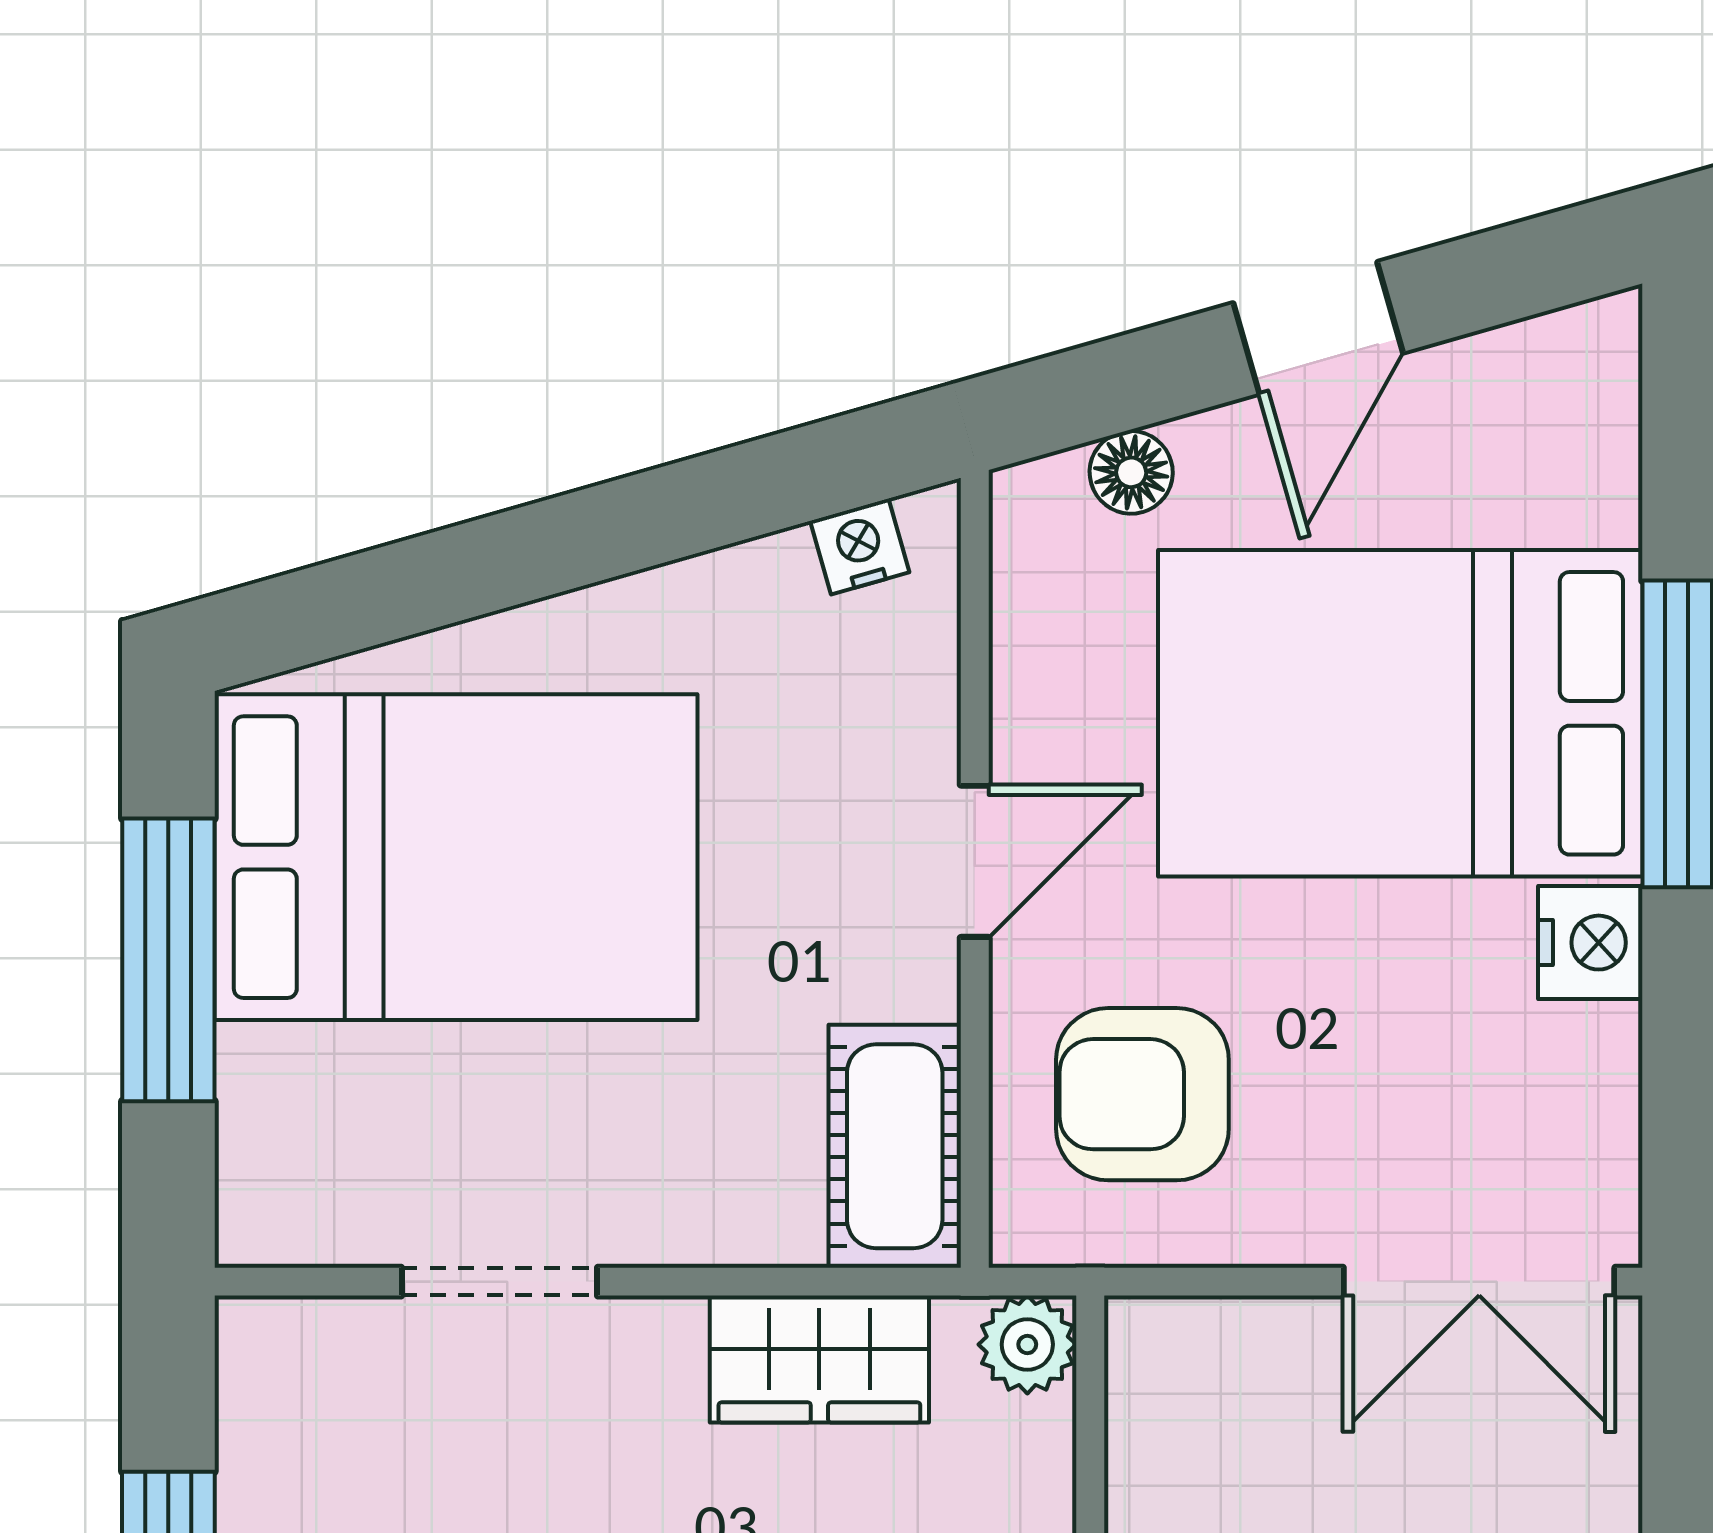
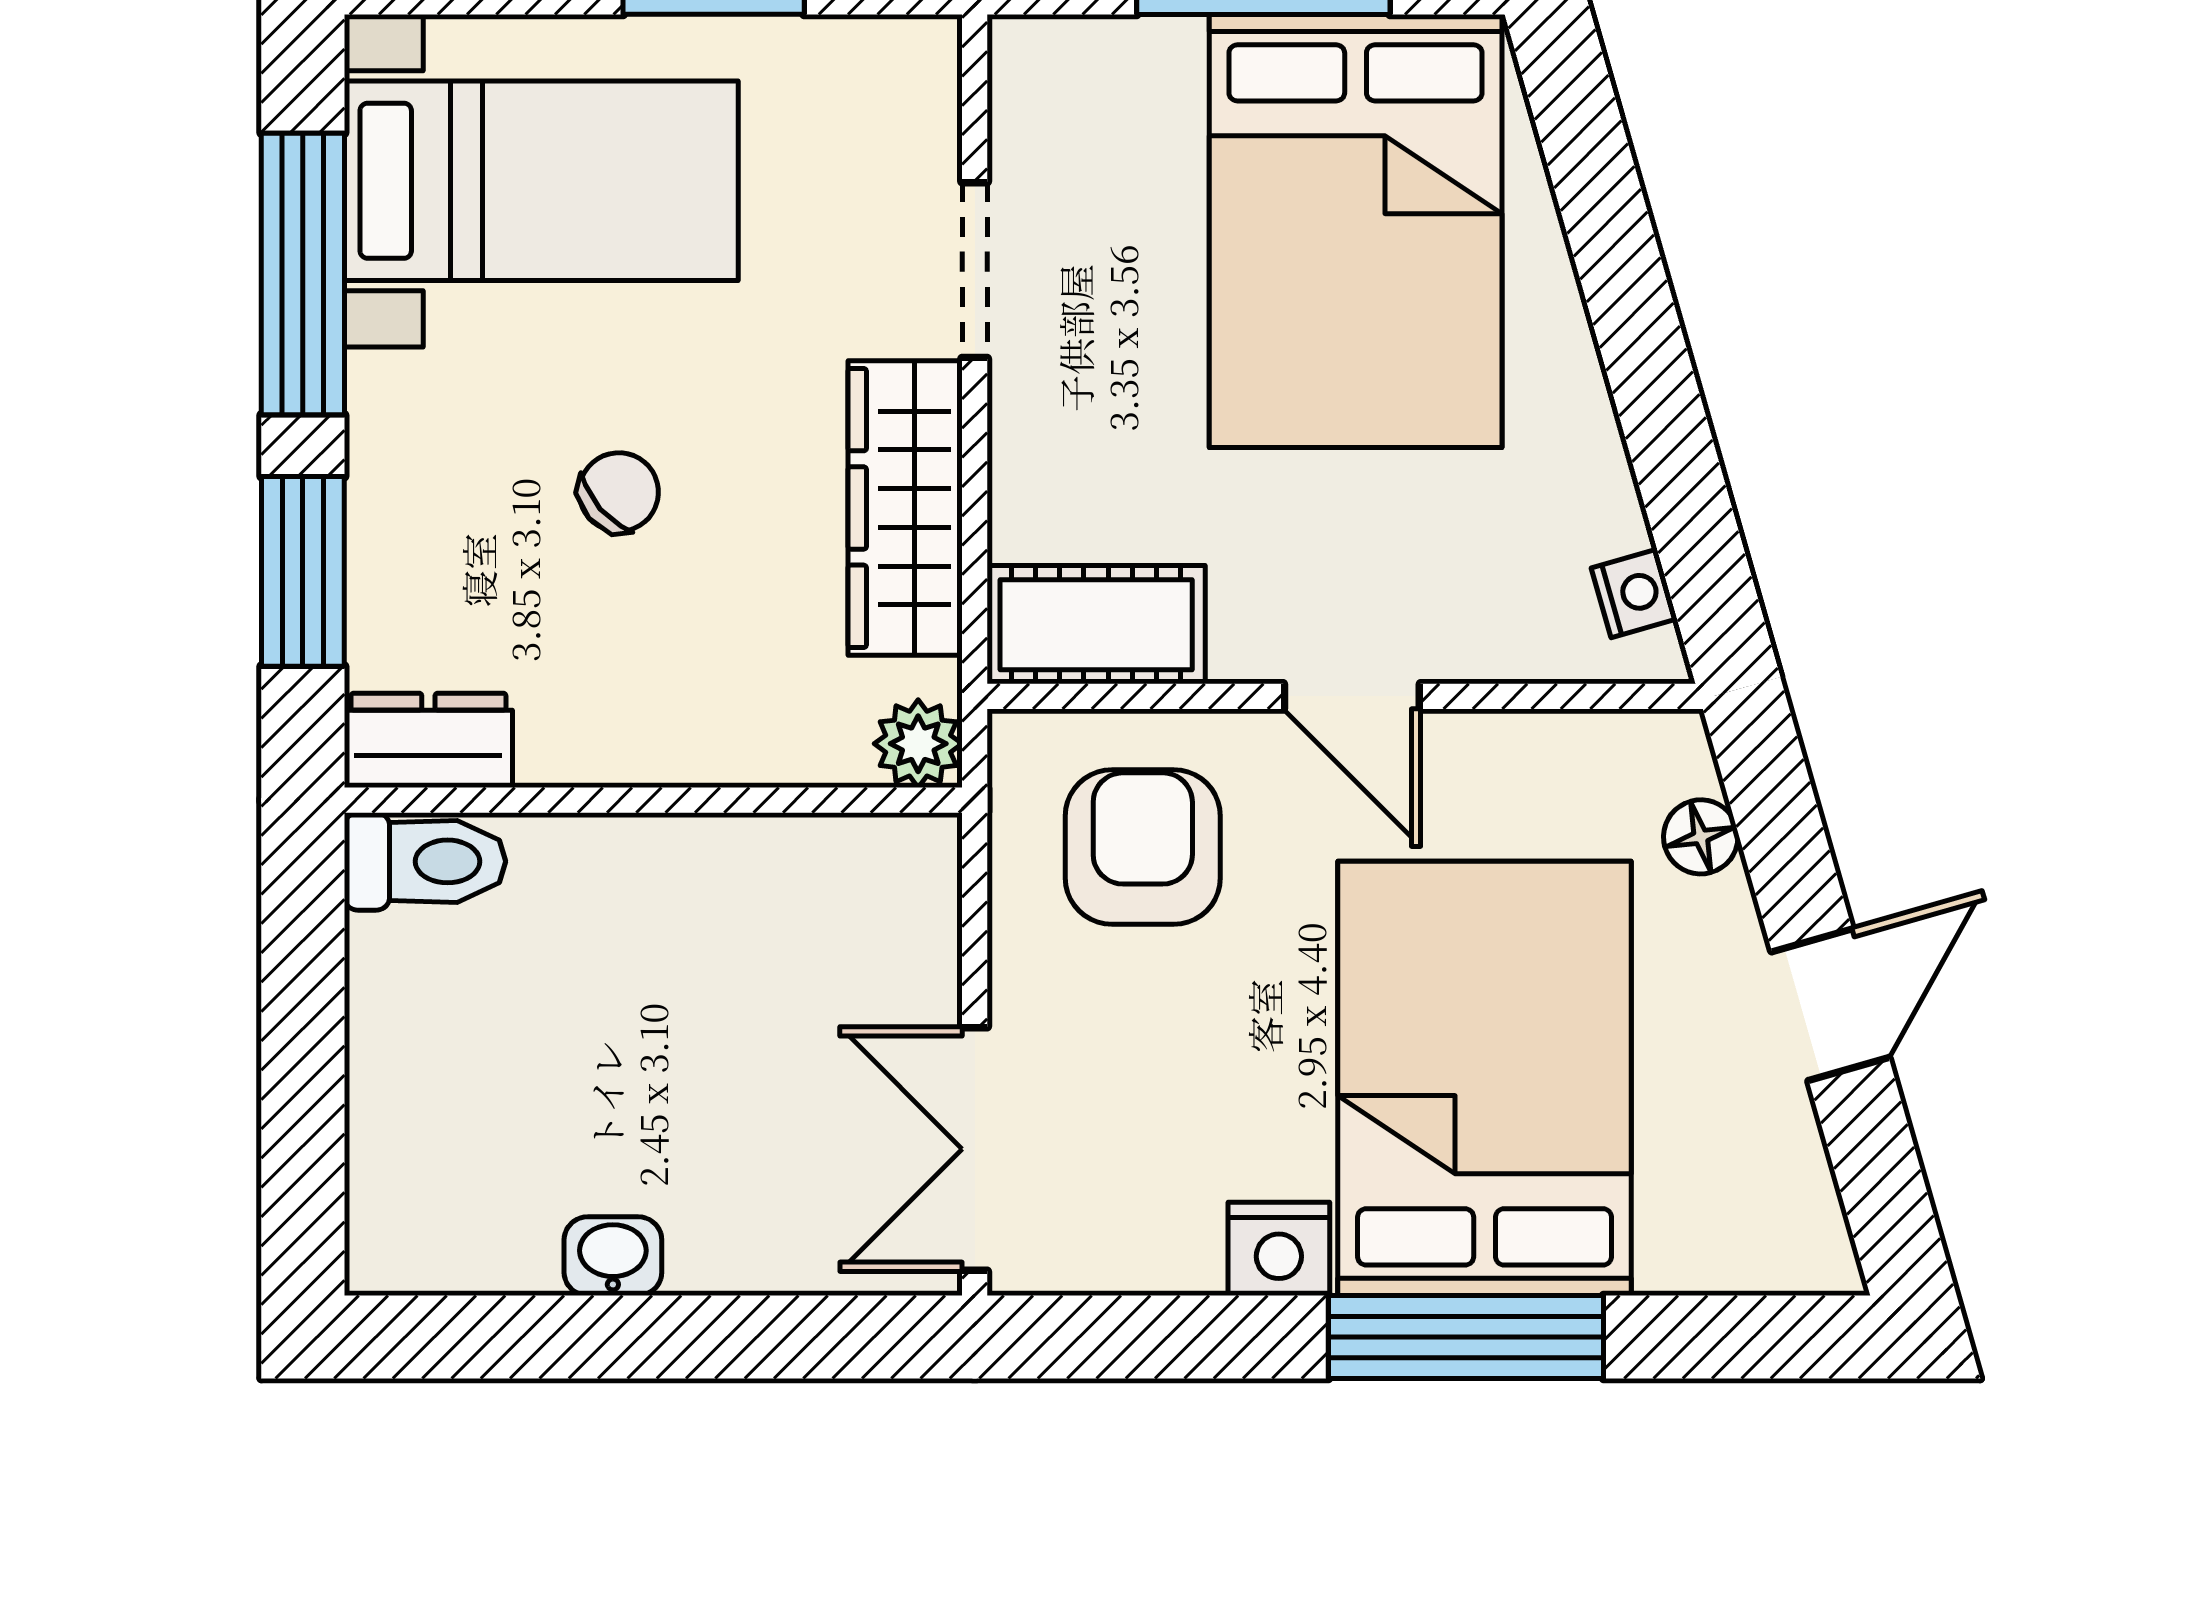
door: (1318, 328) -> (1830, 1005), swing flipped
wardrobe: (819, 1359) -> (905, 508), width x1.50

